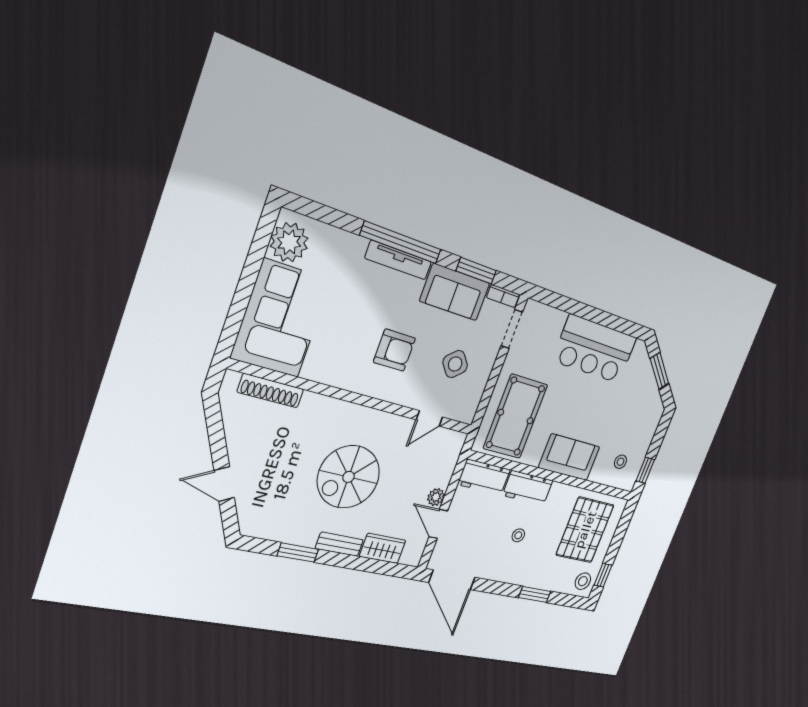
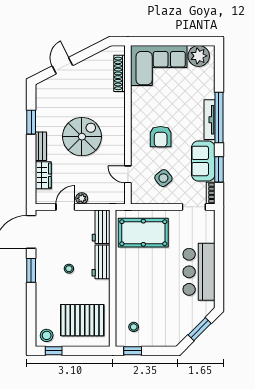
sofa: (569, 457) -> (127, 285), removed
spiral stairs: (349, 477) -> (82, 137), turned 90
window: (535, 594) -> (31, 270), moved

